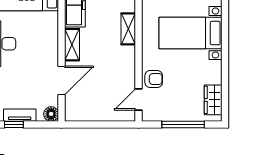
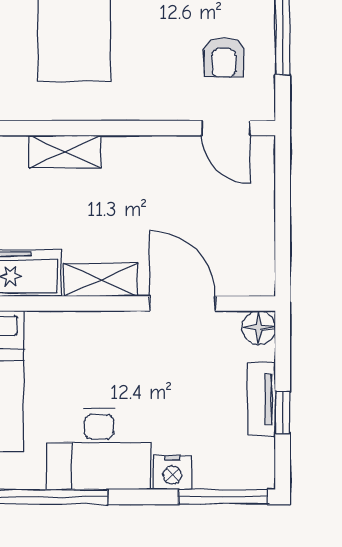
armchair: (154, 79) -> (224, 57), moved, turned 180

